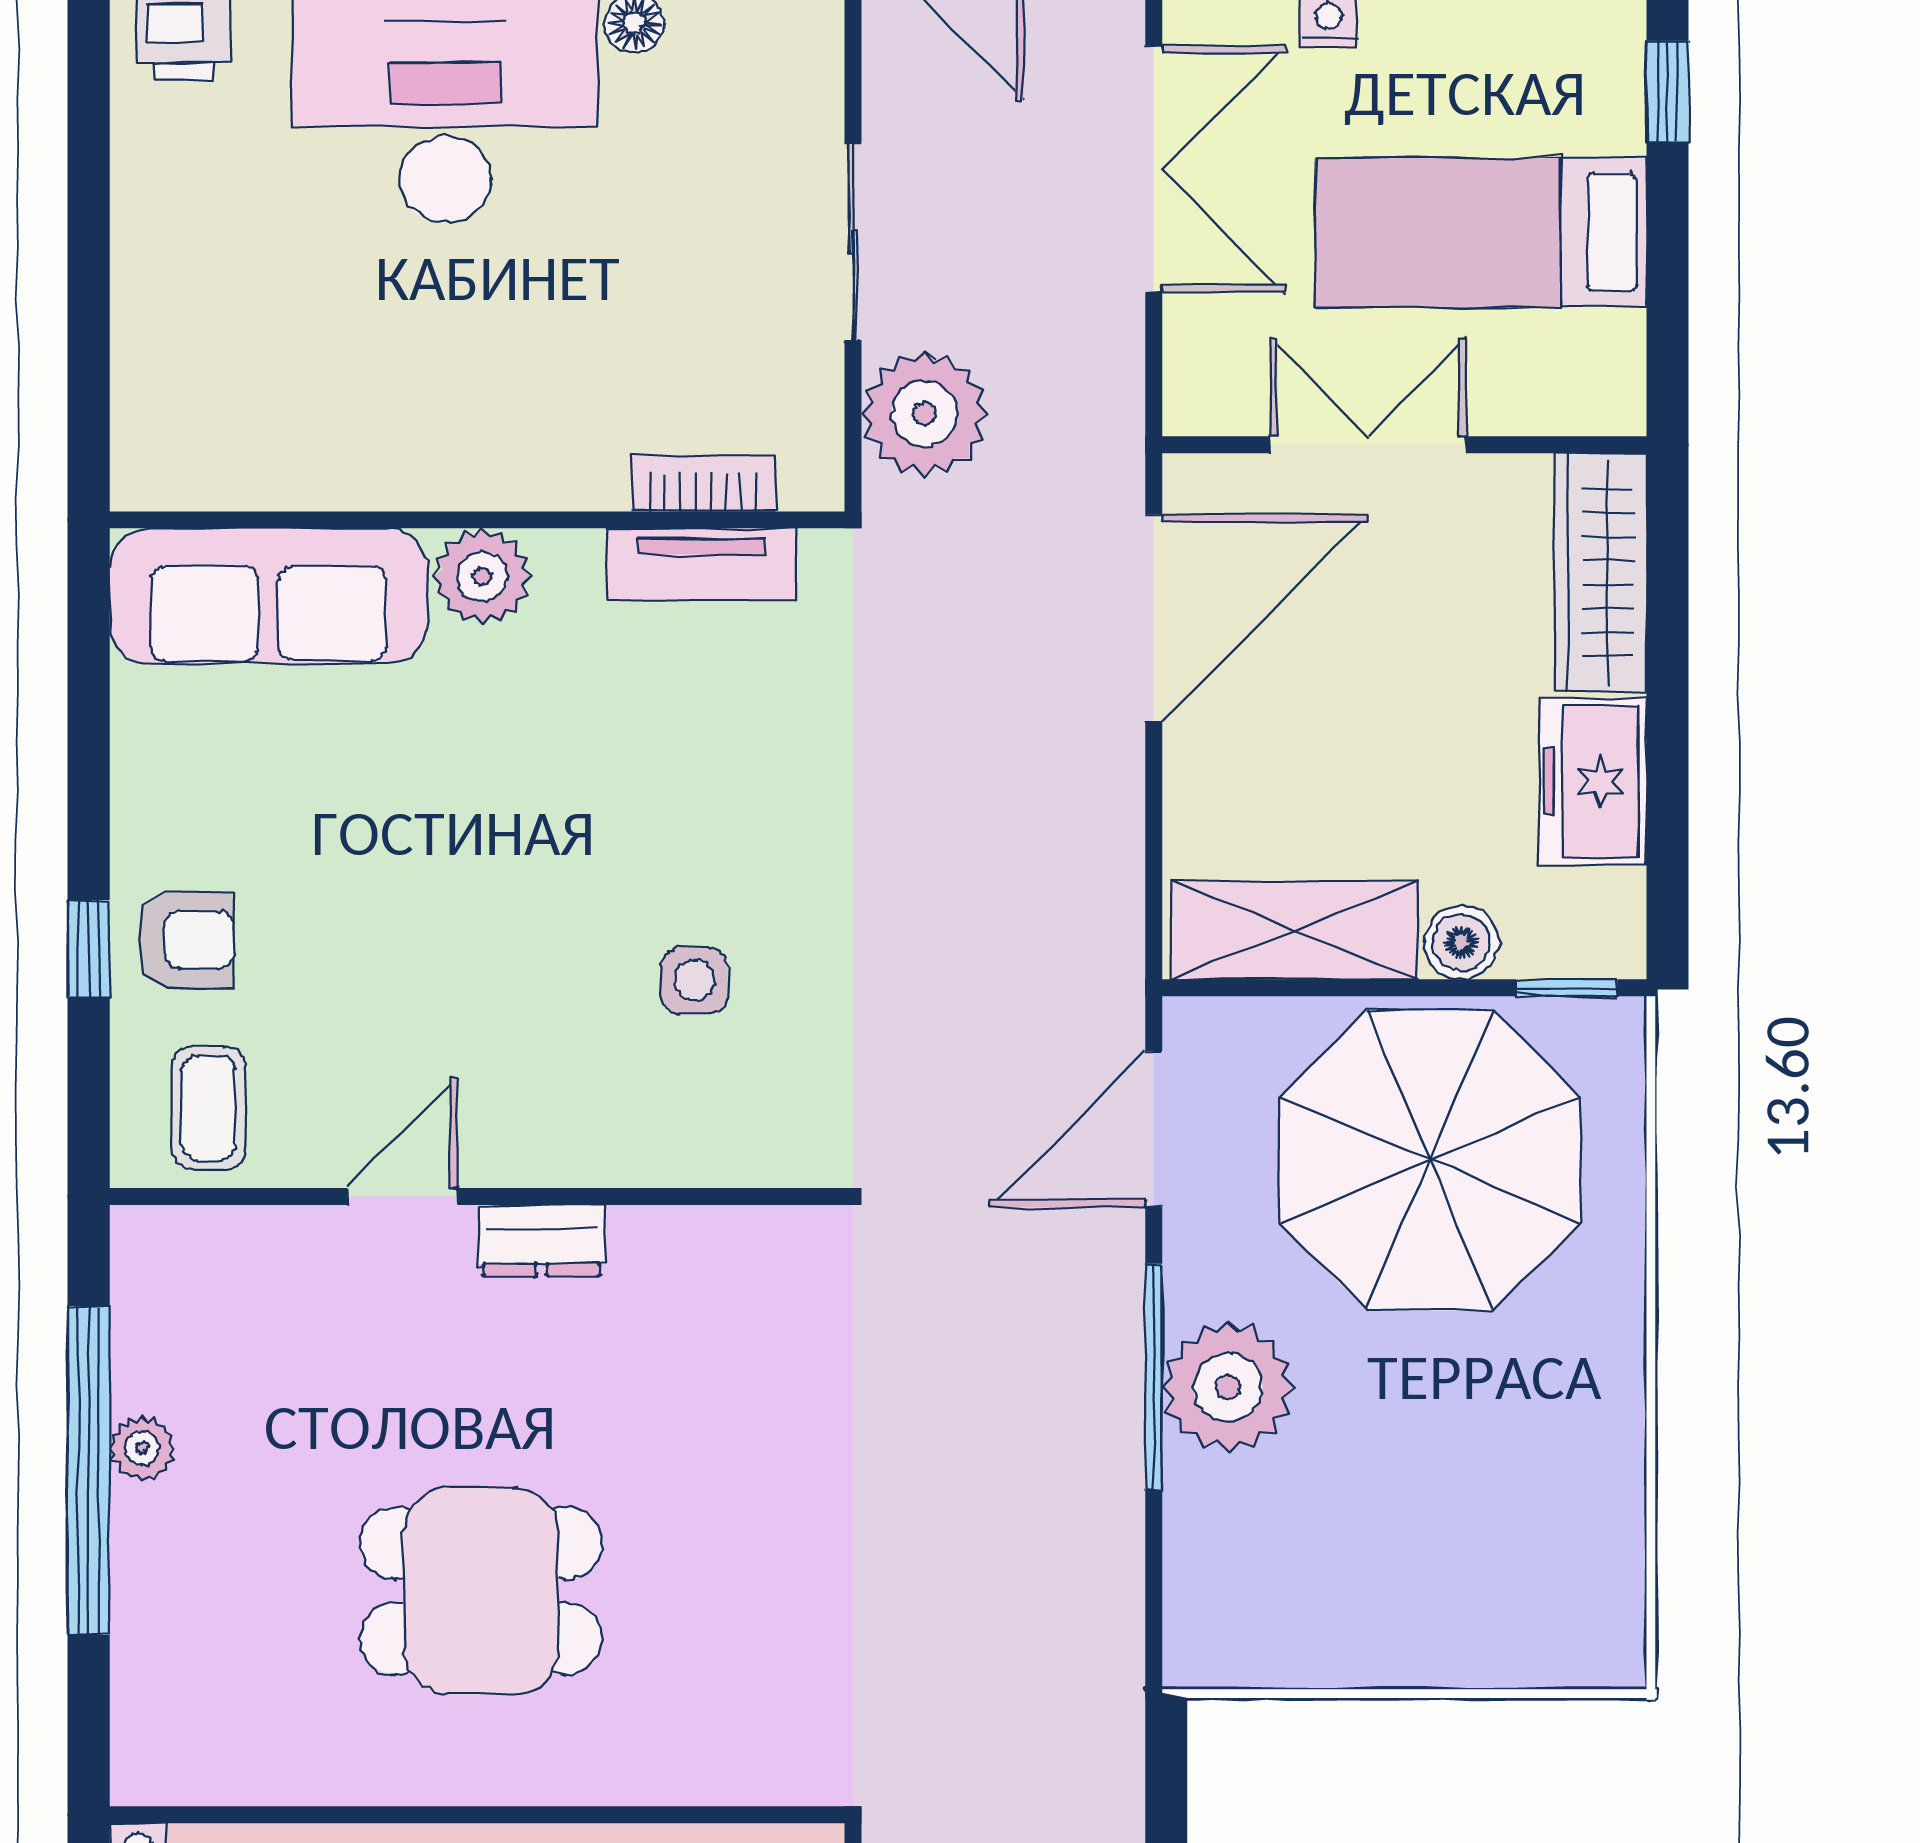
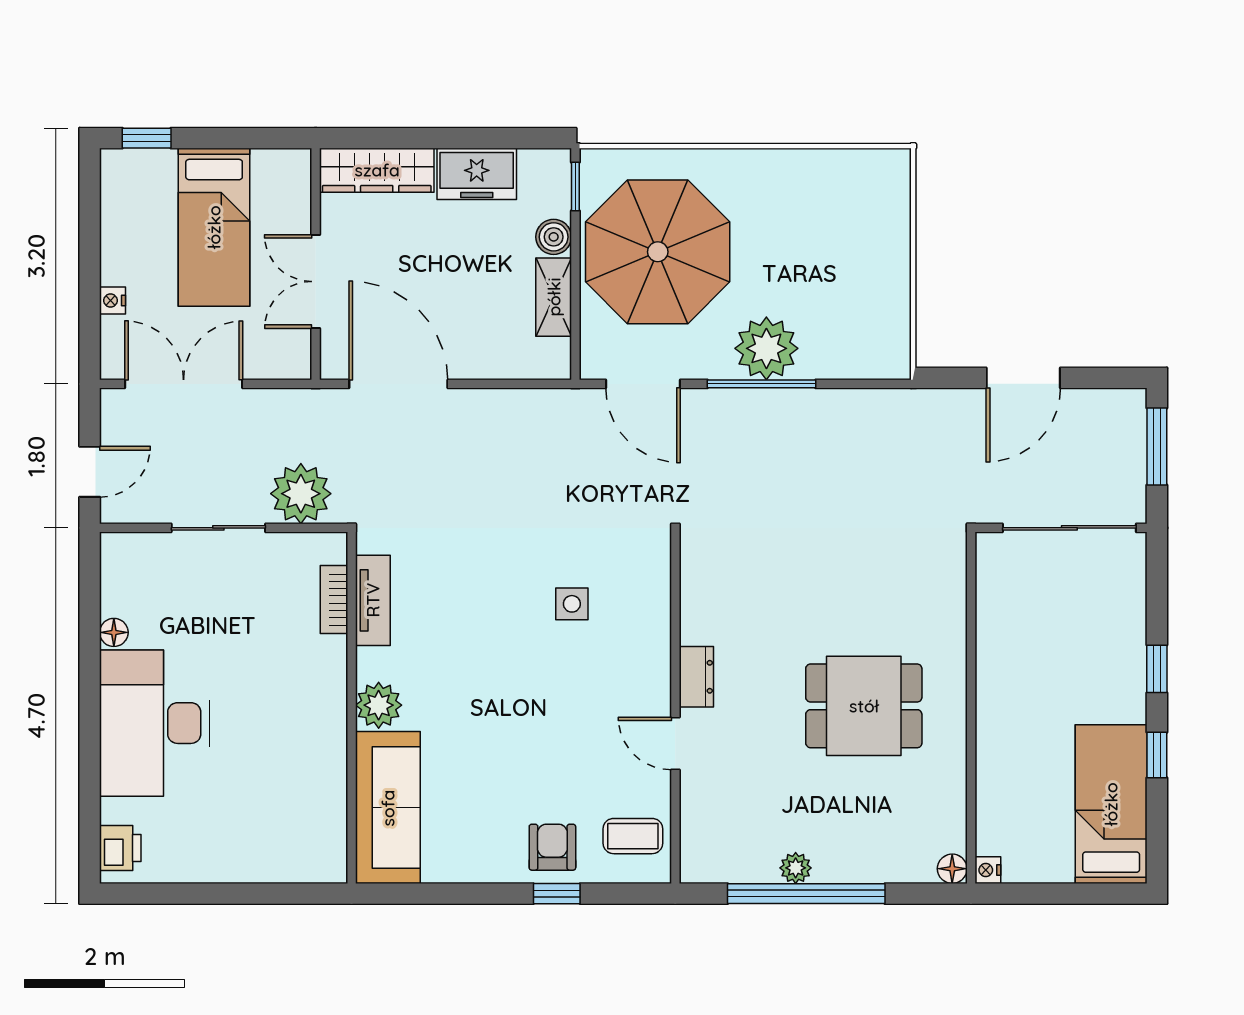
shelving: (1294, 930) -> (554, 297), width x0.67, depth x0.75
dining table: (481, 1591) -> (864, 706), turned 90
floor lamp: (140, 1775) -> (952, 869), added

